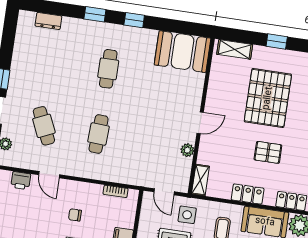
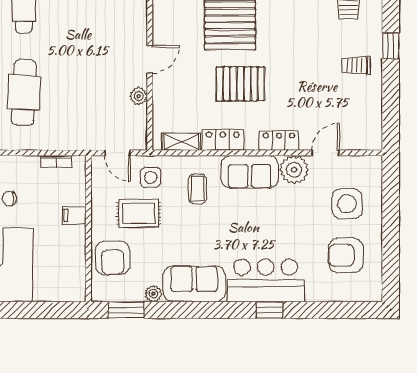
cafe table: (99, 134) -> (24, 93), width x1.37, depth x1.35
pallet: (268, 152) -> (240, 84), width x1.50, depth x1.42
shelving: (200, 180) -> (181, 142), moved, turned 90

